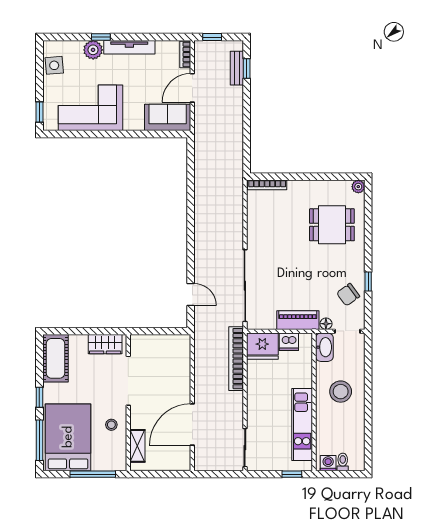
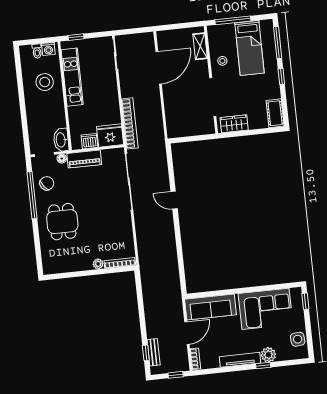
sofa: (168, 117) -> (210, 307), width x1.36
plant: (358, 187) -> (98, 264), moved
dining table: (332, 225) -> (62, 222), moved, turned 90
window: (368, 282) -> (32, 195), width x3.17
door: (191, 295) -> (174, 200), moved
cot: (55, 358) -> (275, 113), width x0.73, depth x0.75
stool: (341, 392) -> (45, 82), moved
bed: (68, 437) -> (250, 48), width x0.67

